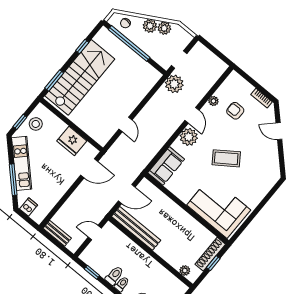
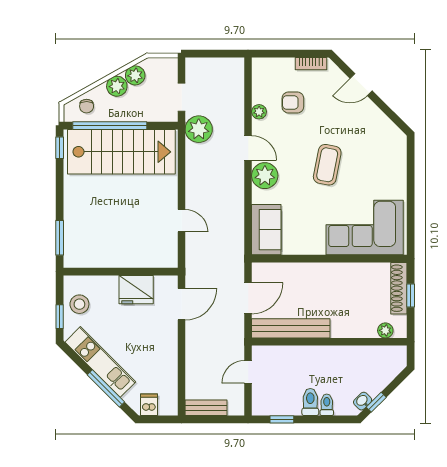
window: (82, 47) -> (60, 148), moved
stairs: (80, 77) -> (121, 152), moved, turned 90
coffee table: (226, 158) -> (327, 165), turned -44

